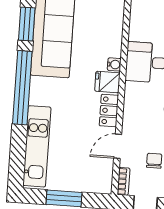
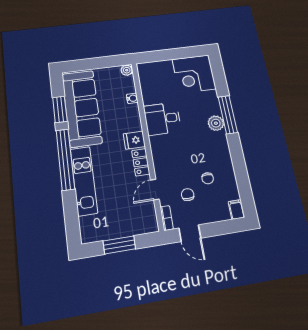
water cooler: (114, 64) -> (132, 98), moved
kitchen unit: (37, 146) -> (84, 181), moved

